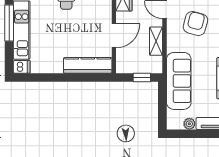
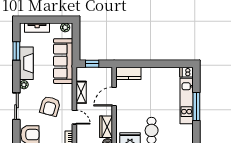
kitchen counter: (88, 65) -> (128, 73), width x0.67
plant: (189, 124) -> (65, 27), moved

